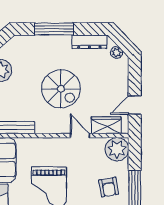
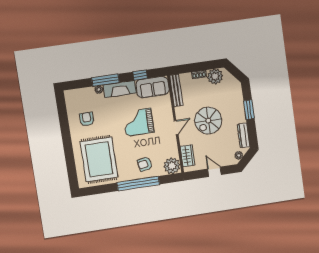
window: (54, 29) -> (249, 110), width x0.69
door: (135, 105) -> (215, 172), moved
door: (80, 136) -> (176, 128), moved

